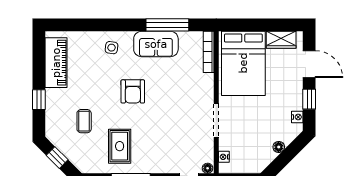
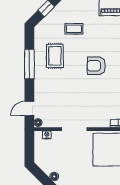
rug: (120, 146) -> (55, 56), turned 90

